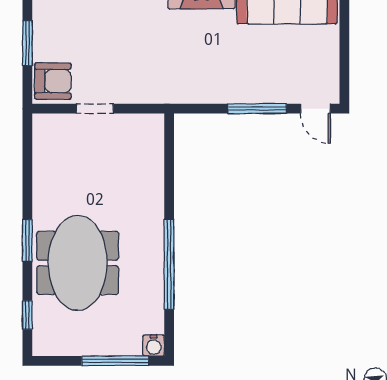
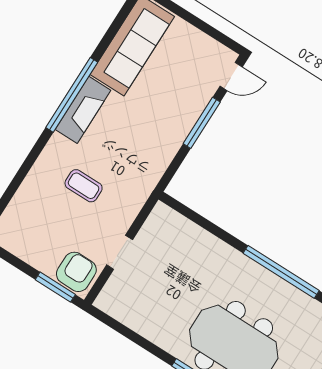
coffee table: (134, 39) -> (84, 186), added
window: (27, 43) -> (55, 287), moved

